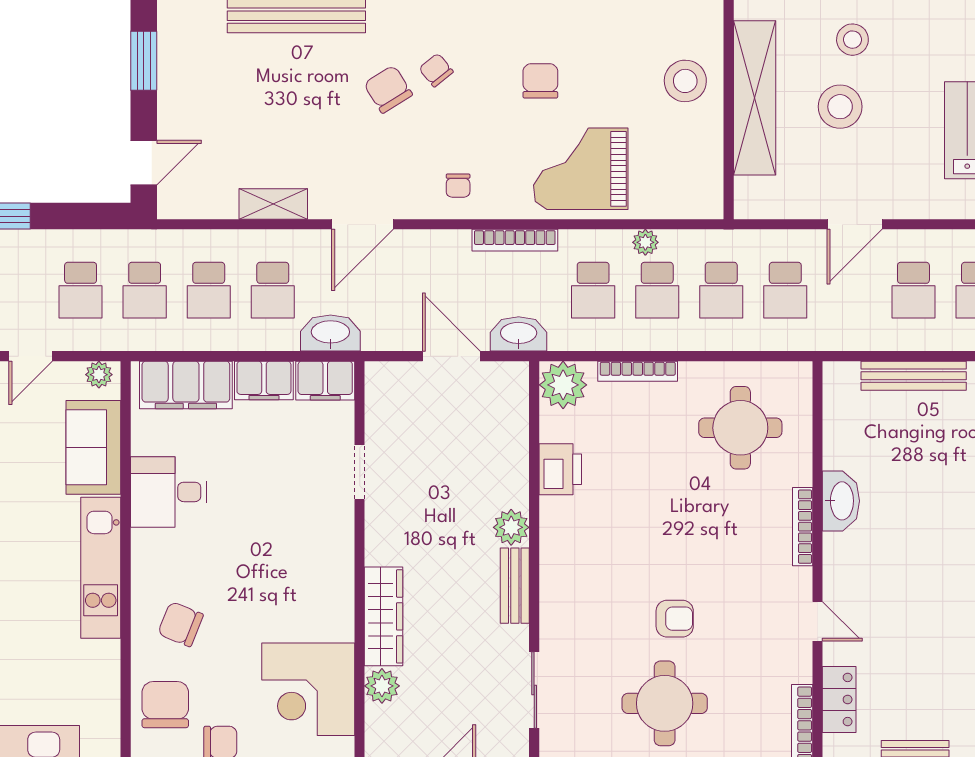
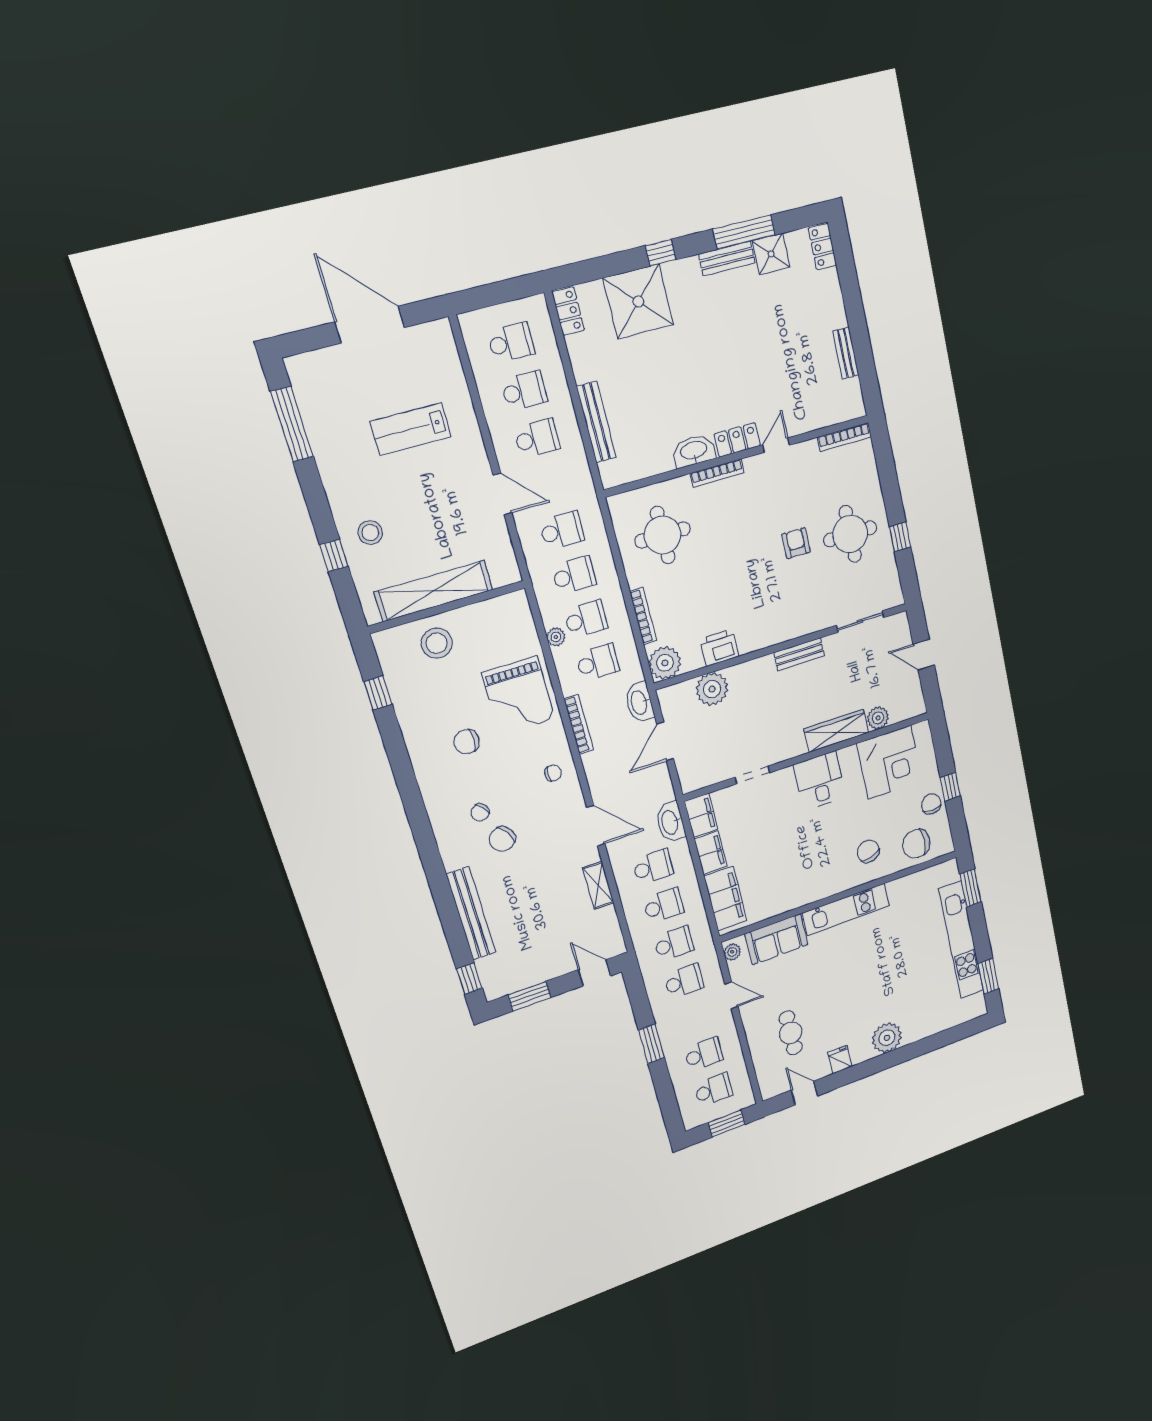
stool: (840, 107) -> (422, 528), removed
desk: (169, 492) -> (820, 781), moved, turned 180
plant: (511, 527) -> (712, 689), moved, width x1.36, depth x1.36
chair: (181, 624) -> (868, 851), turned 141
locker: (839, 699) -> (737, 440), moved

